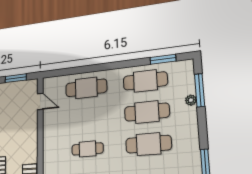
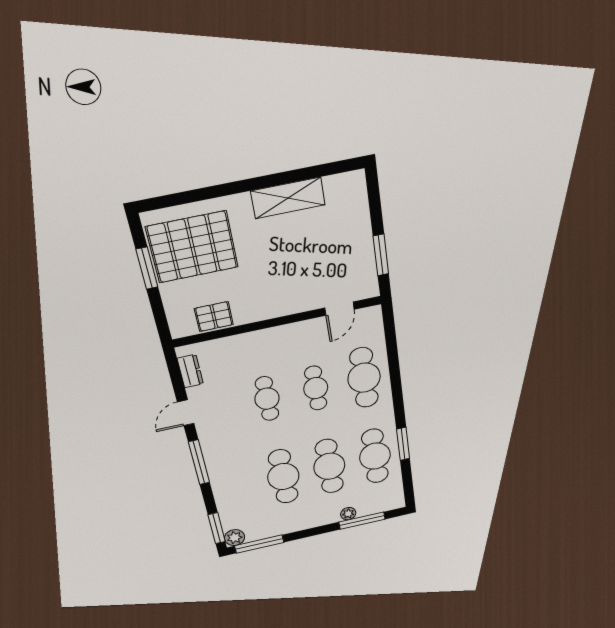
window: (163, 59) -> (403, 444), moved
cafe table: (87, 118) -> (316, 388), added

